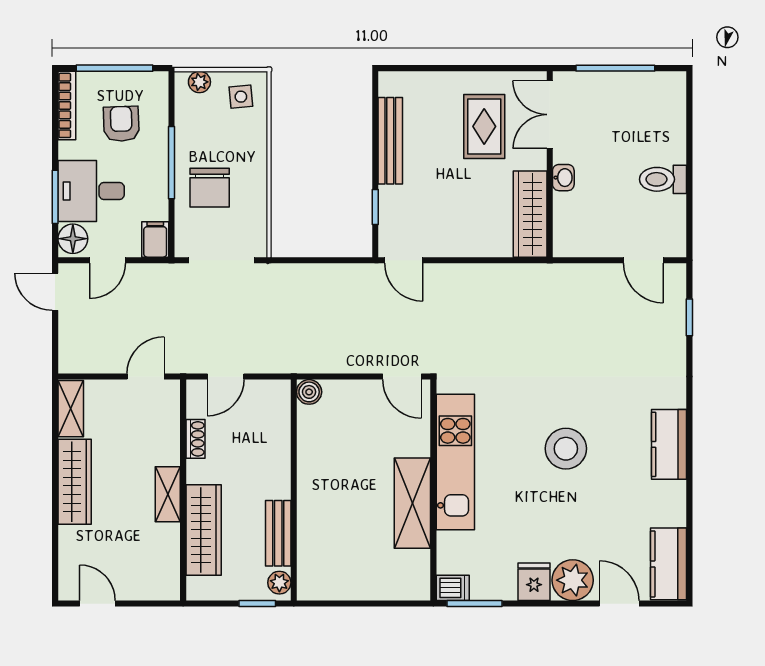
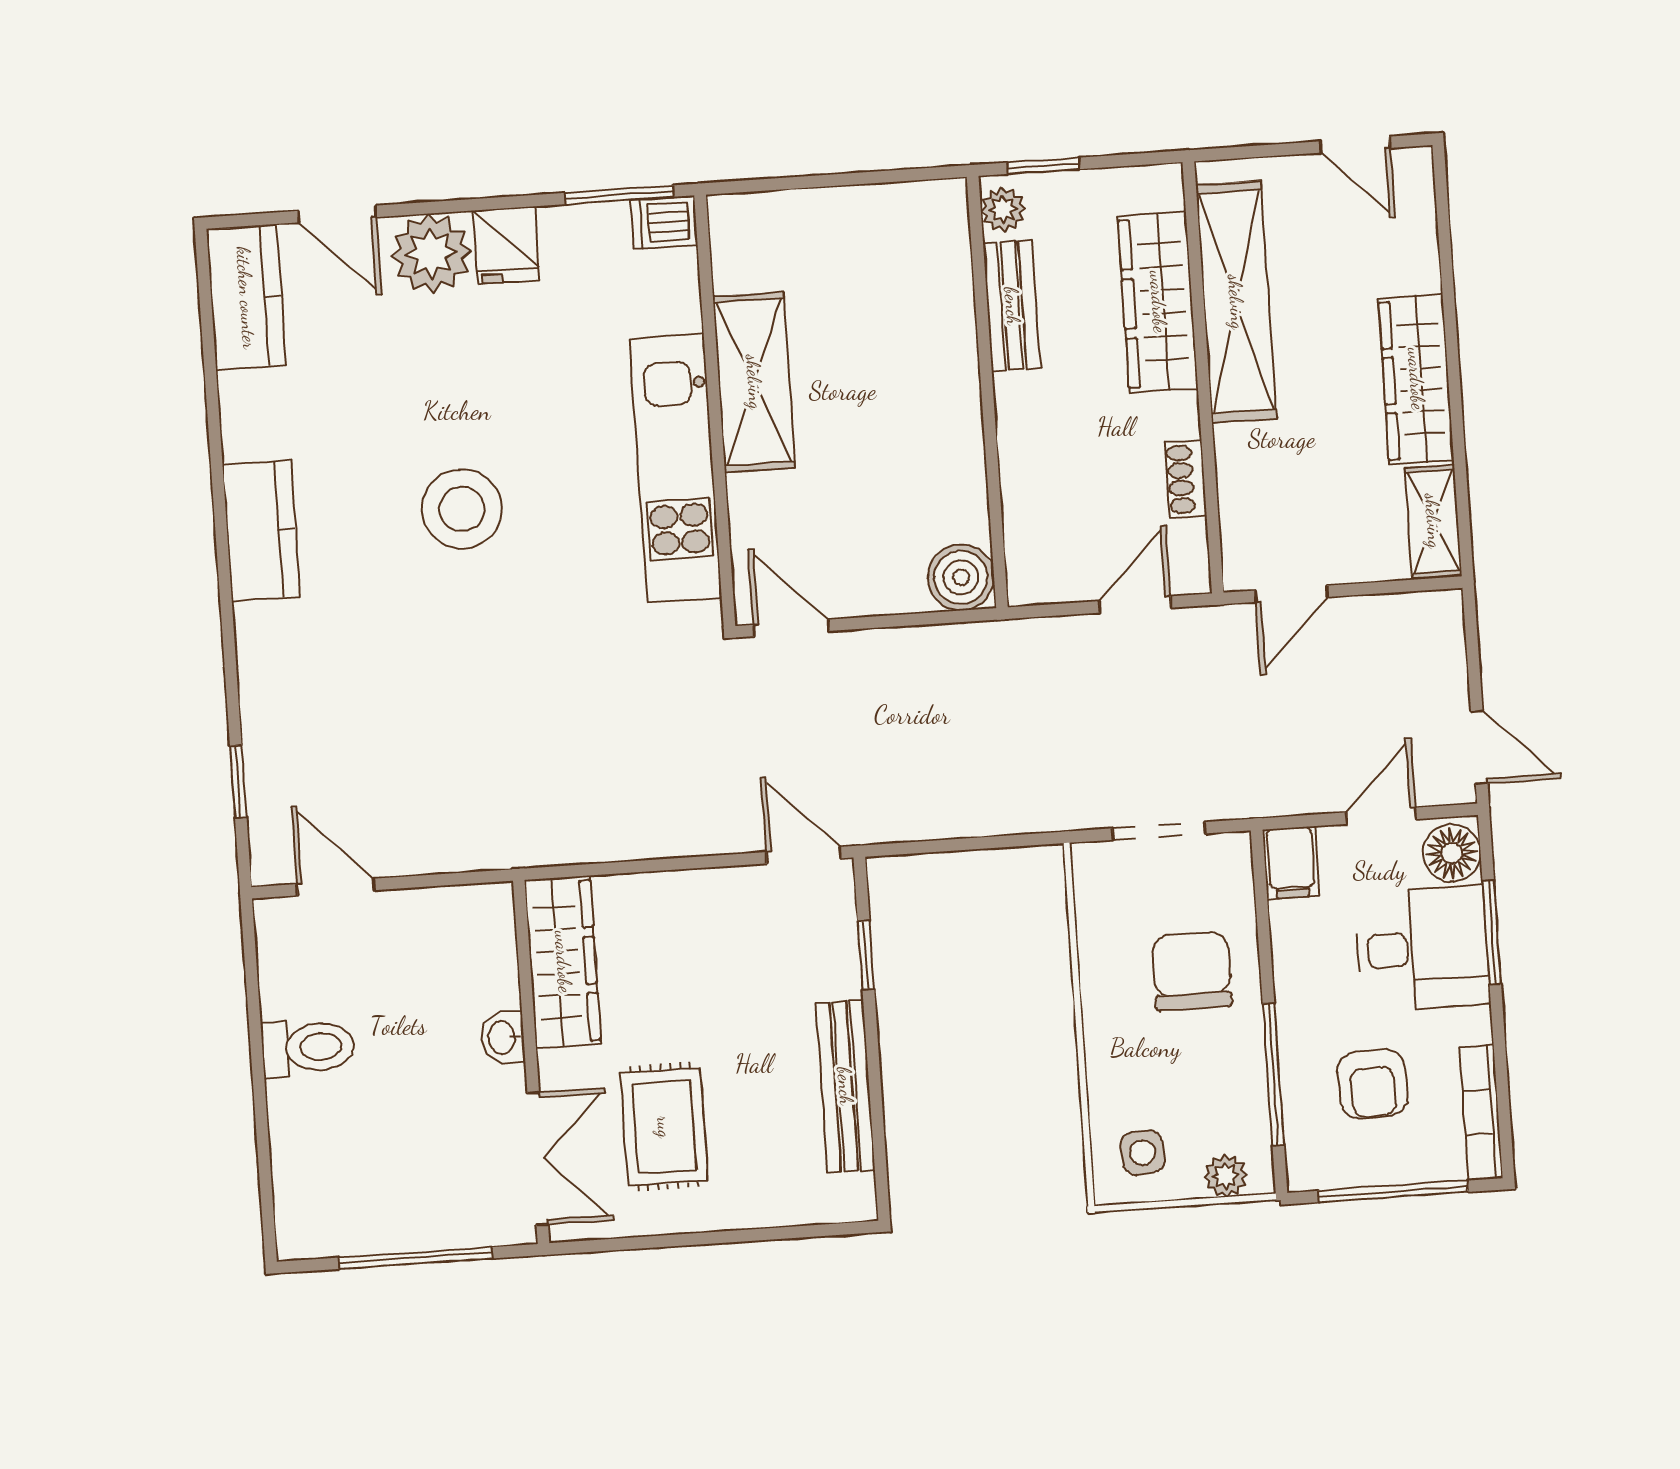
window: (172, 163) -> (1273, 1074), moved
doorway: (222, 260) -> (1159, 831), width x0.73
boiler: (309, 392) -> (961, 577), width x1.36, depth x1.36
shelving: (168, 494) -> (1236, 302), width x2.20, depth x1.33

